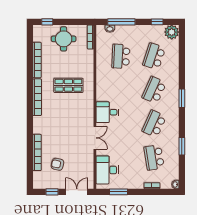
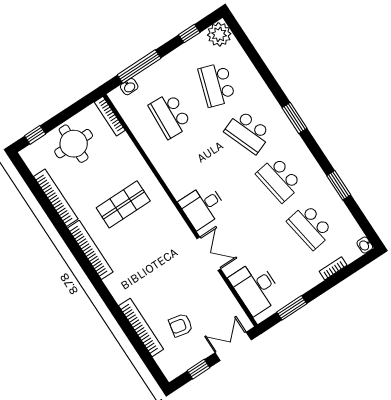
school desk: (154, 90) -> (248, 132), turned -45
school desk: (154, 124) -> (279, 179), turned -33

